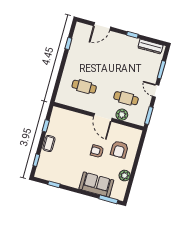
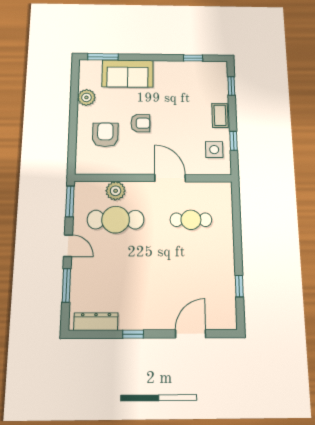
cafe table: (126, 98) -> (116, 220), width x1.37, depth x1.35
door: (103, 117) -> (170, 178), moved
side table: (59, 124) -> (214, 150), added

